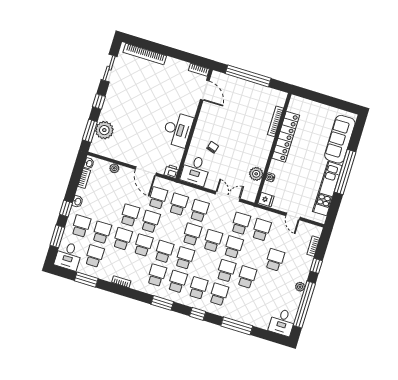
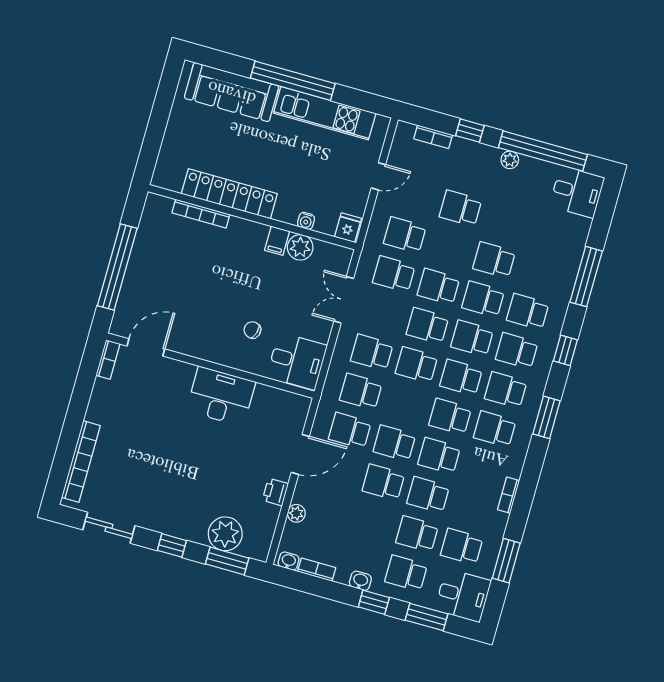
filing cabinet: (260, 162) -> (277, 241), added
printer: (171, 171) -> (275, 492), moved
school desk: (205, 264) -> (472, 338), added

